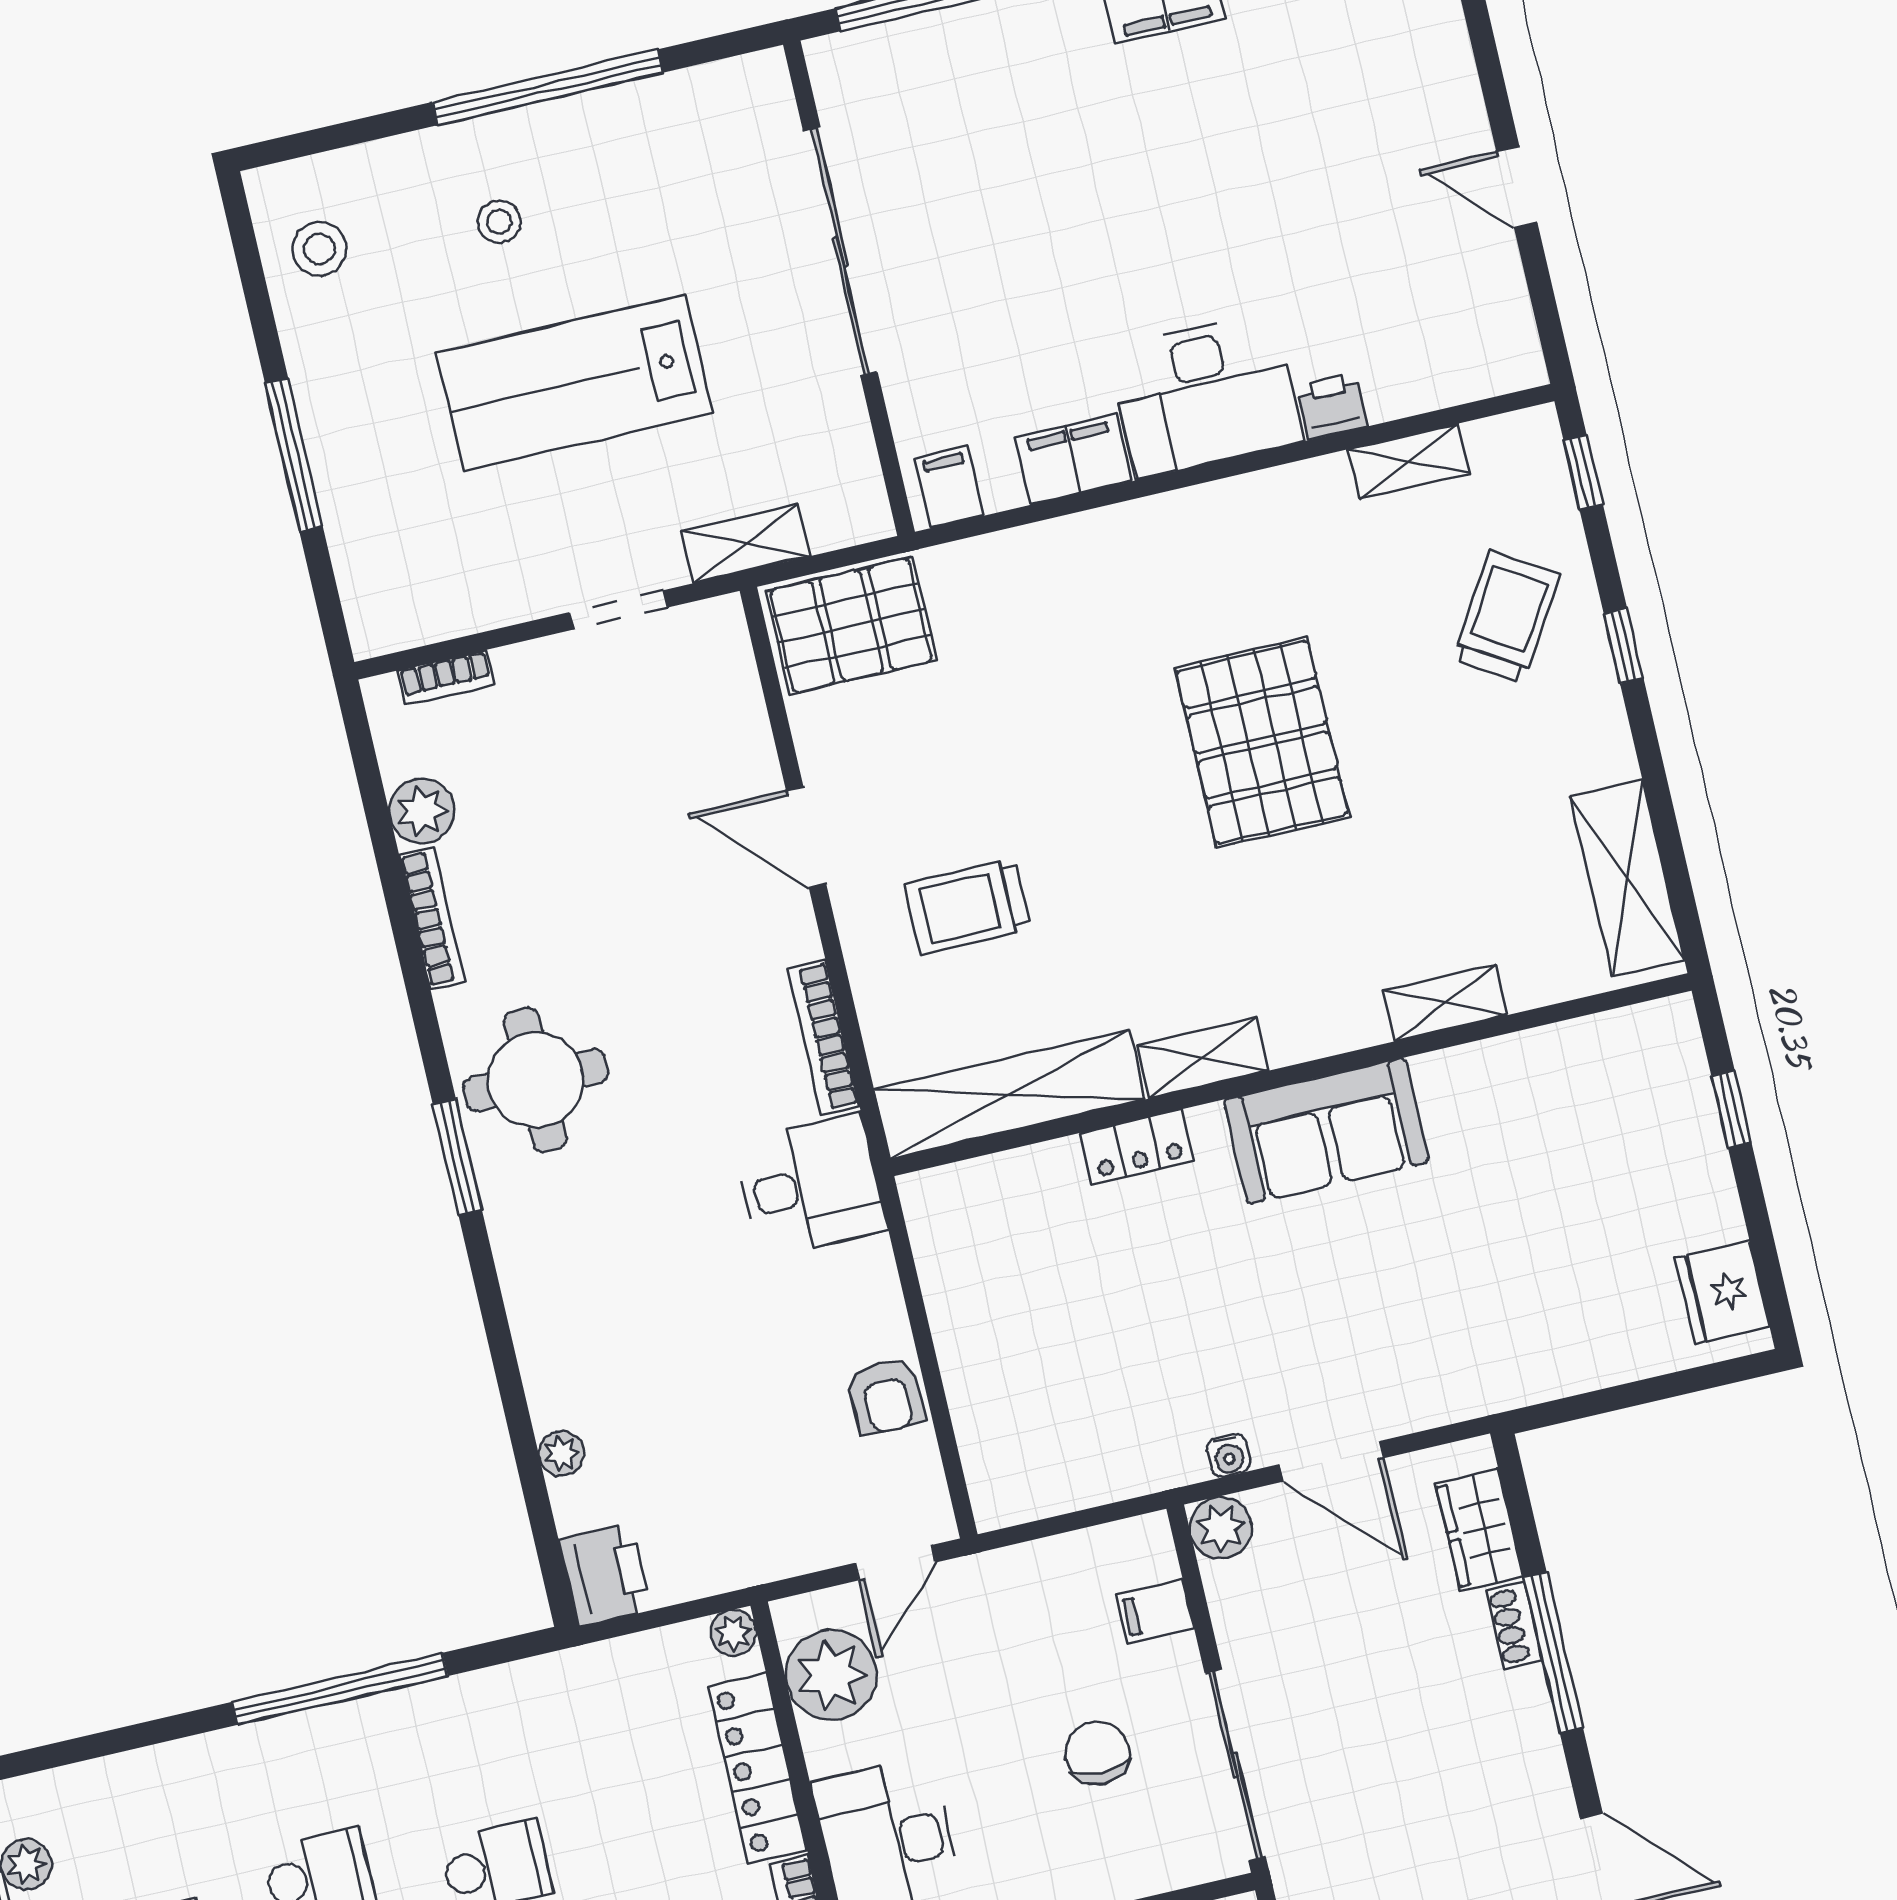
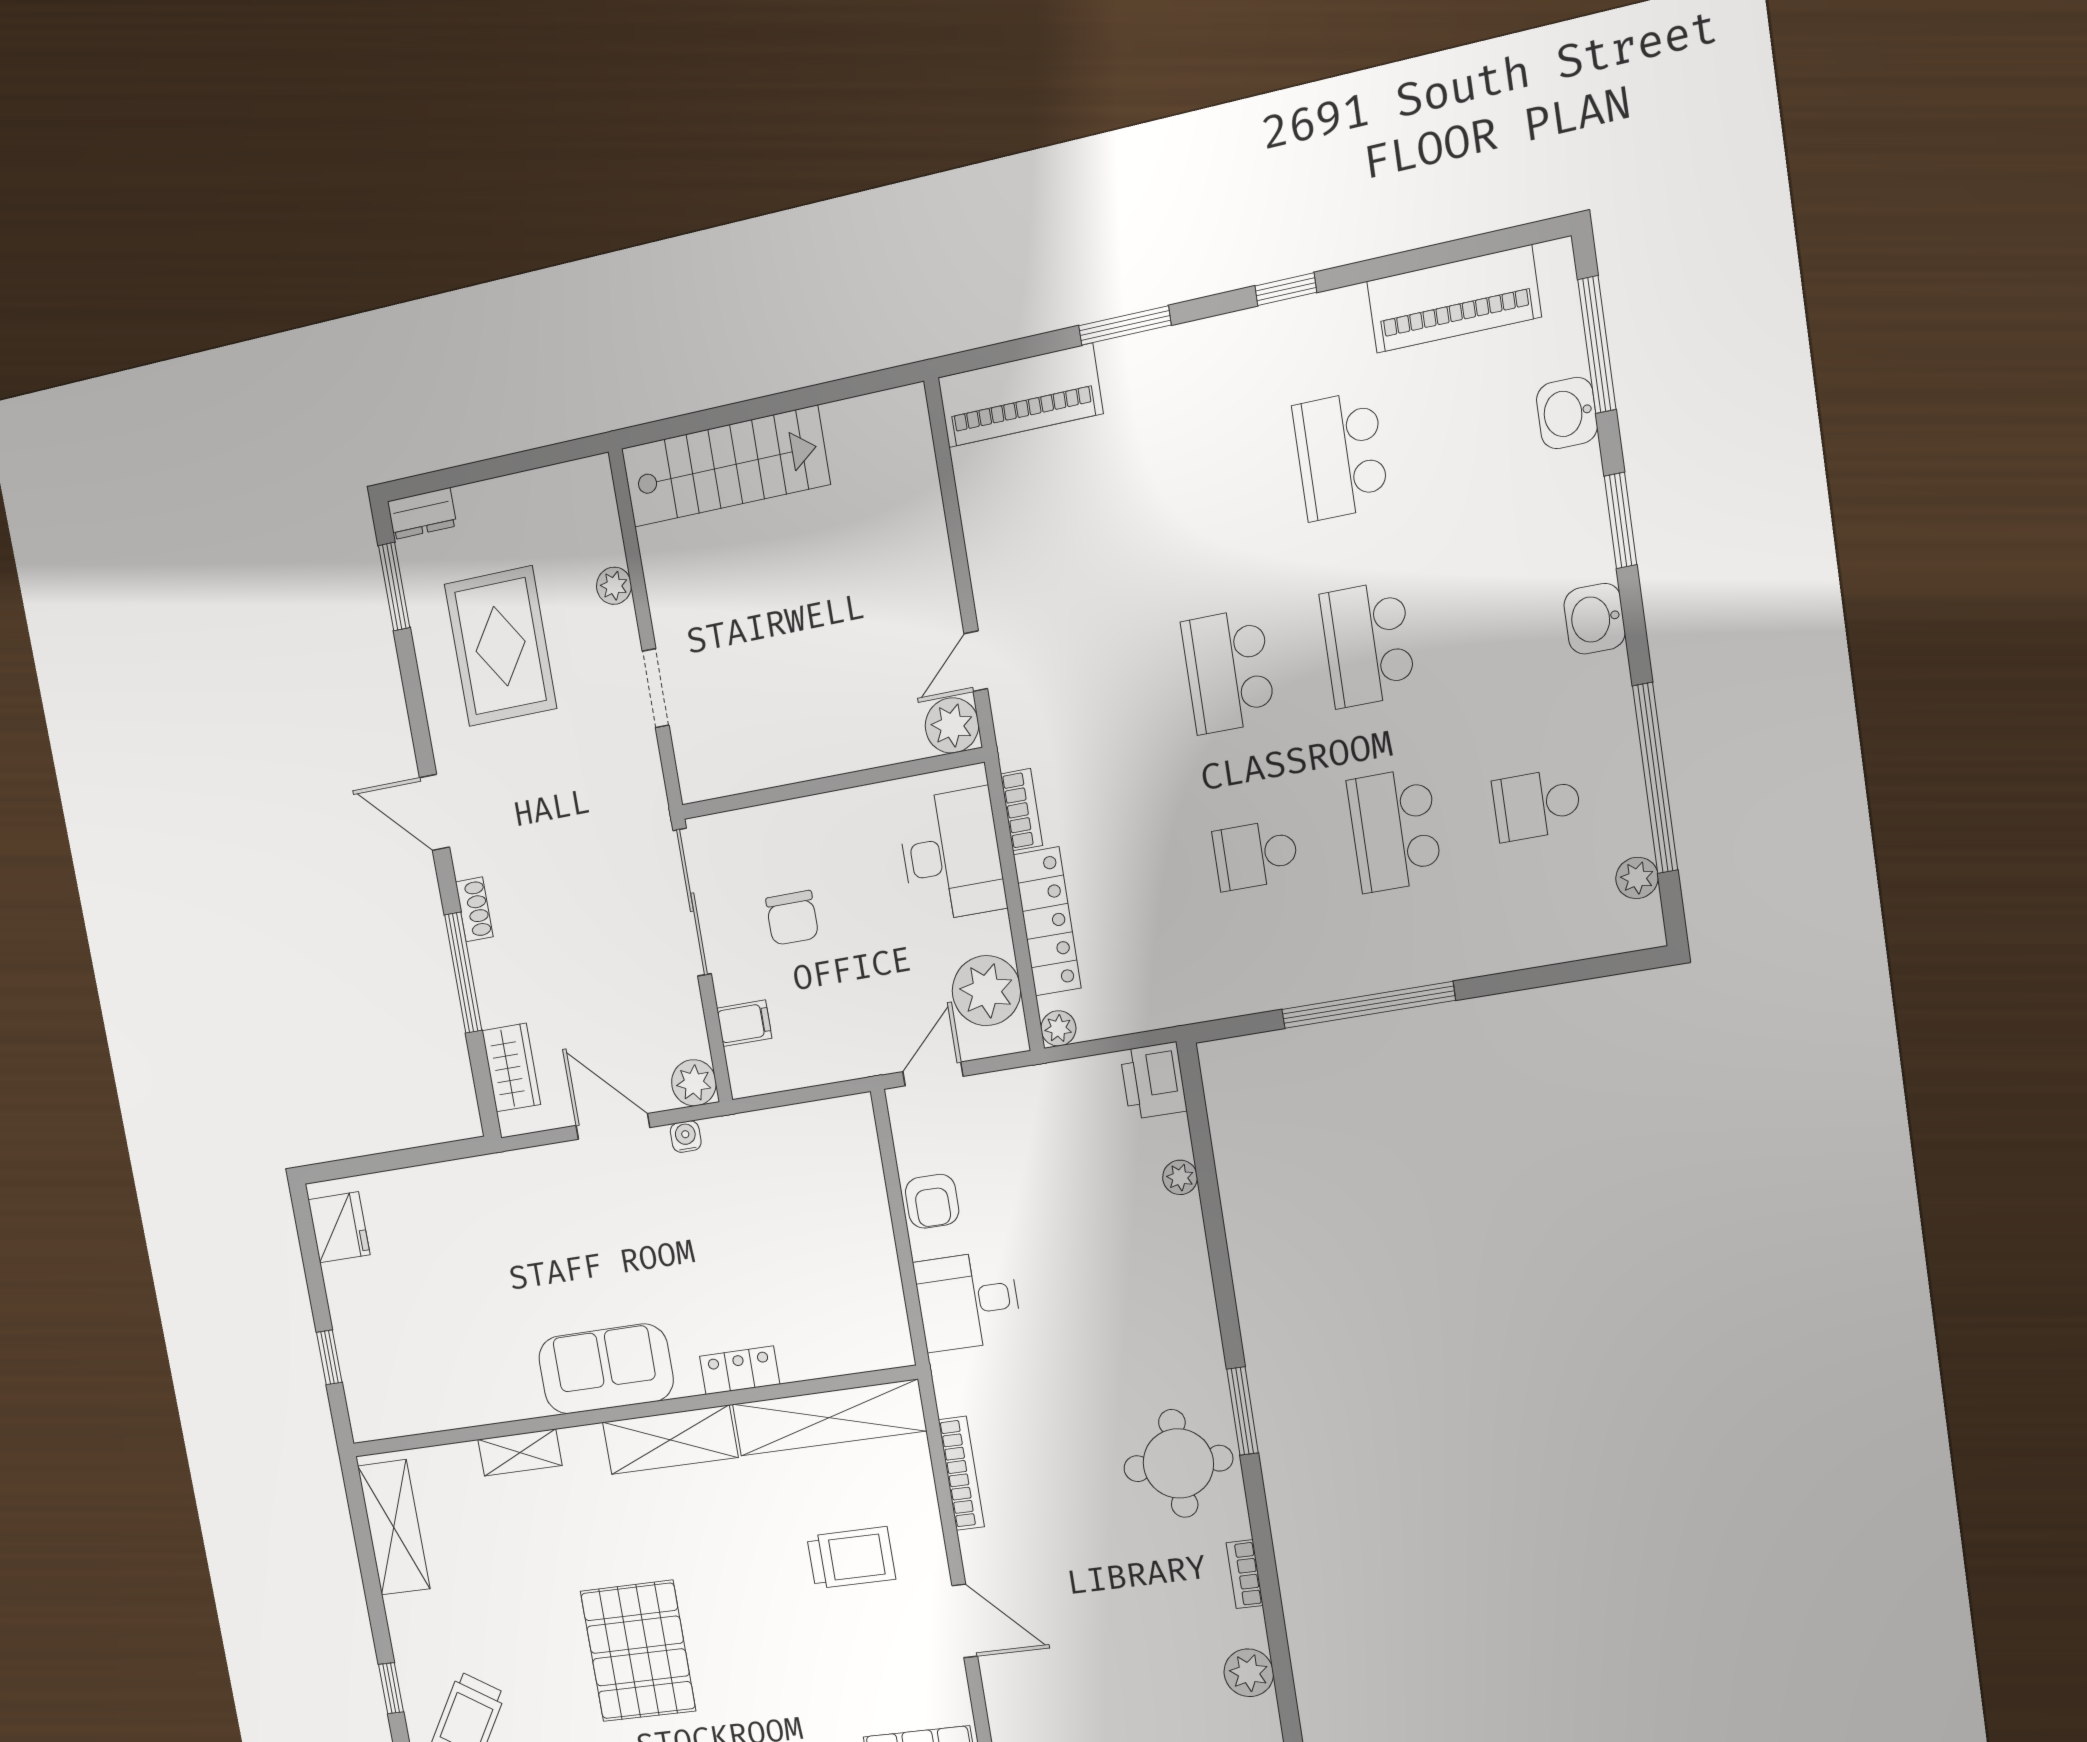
bookcase: (432, 918) -> (1245, 1574), width x0.64
shelving: (1202, 1058) -> (670, 1440), width x1.50, depth x1.33
desk: (810, 1186) -> (968, 1301), moved
armchair: (886, 1396) -> (932, 1201), turned 180
shoe rack: (1514, 1625) -> (474, 909), moved

